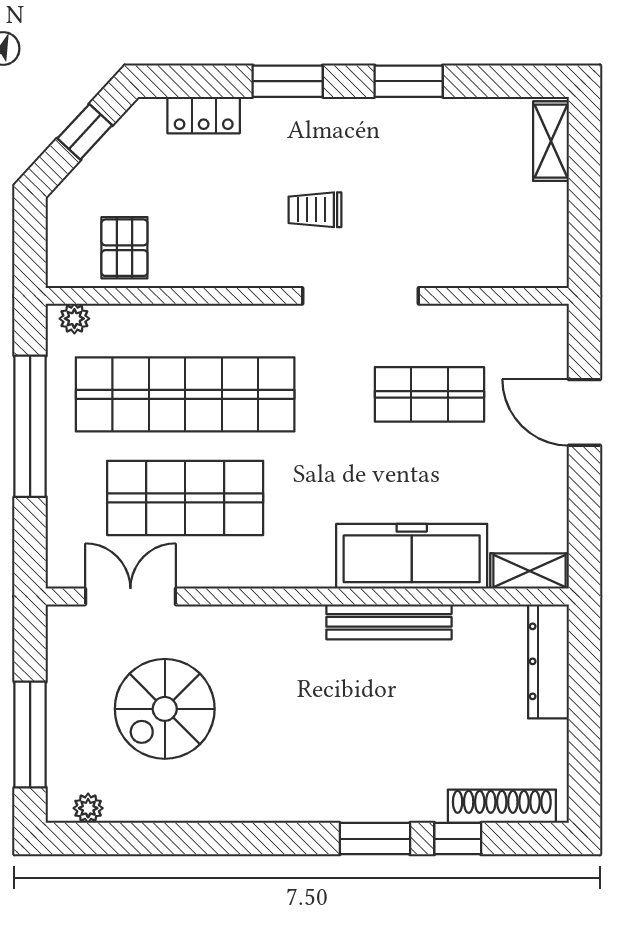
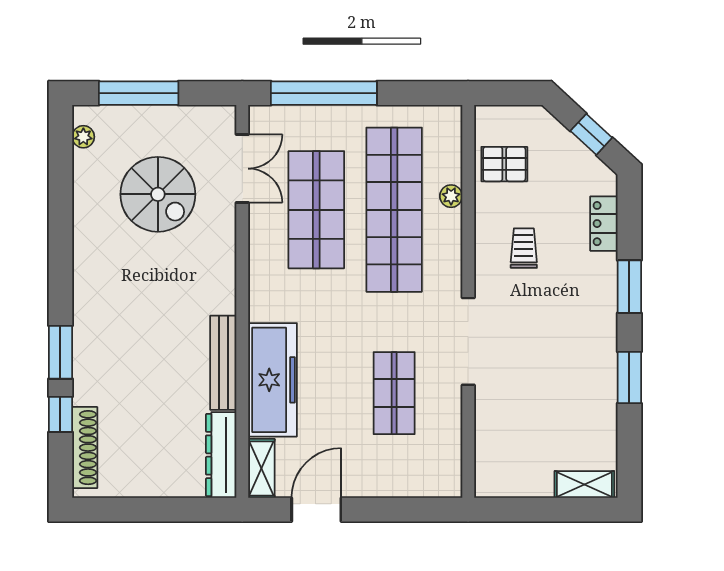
trolley: (315, 210) -> (524, 248), moved
plant: (74, 319) -> (451, 196), moved
door: (584, 412) -> (316, 510), moved
window: (30, 426) -> (324, 93), moved
dresser: (548, 661) -> (221, 455), moved, turned -90
spiral stairs: (165, 709) -> (158, 194), turned 180

